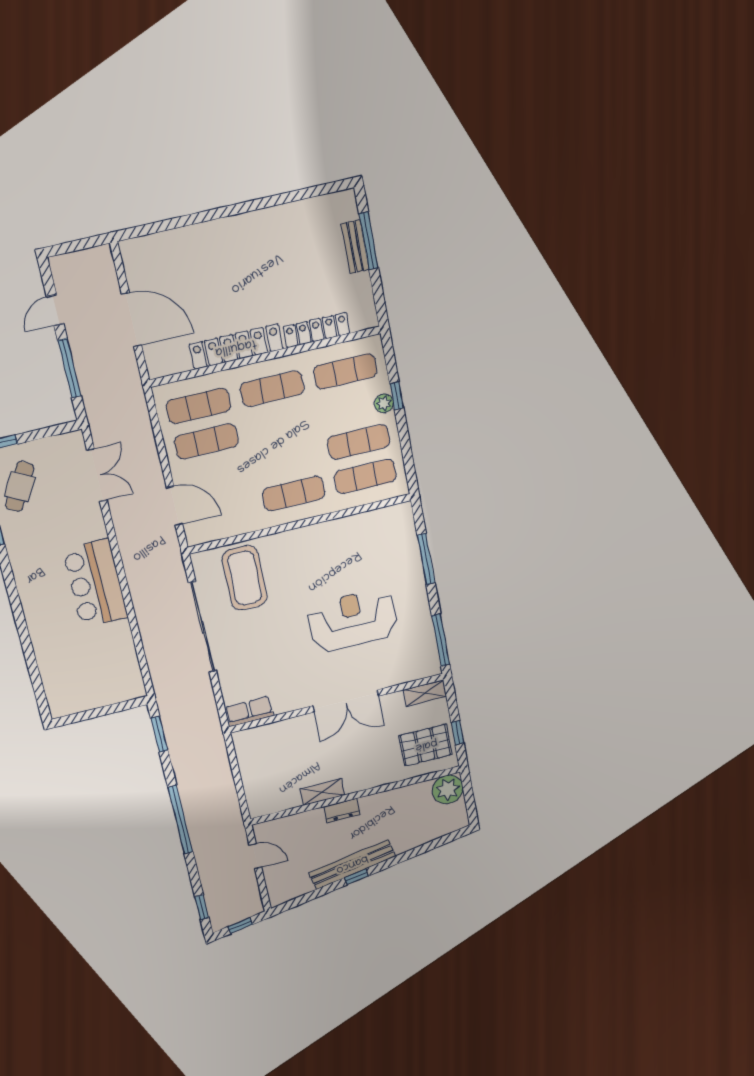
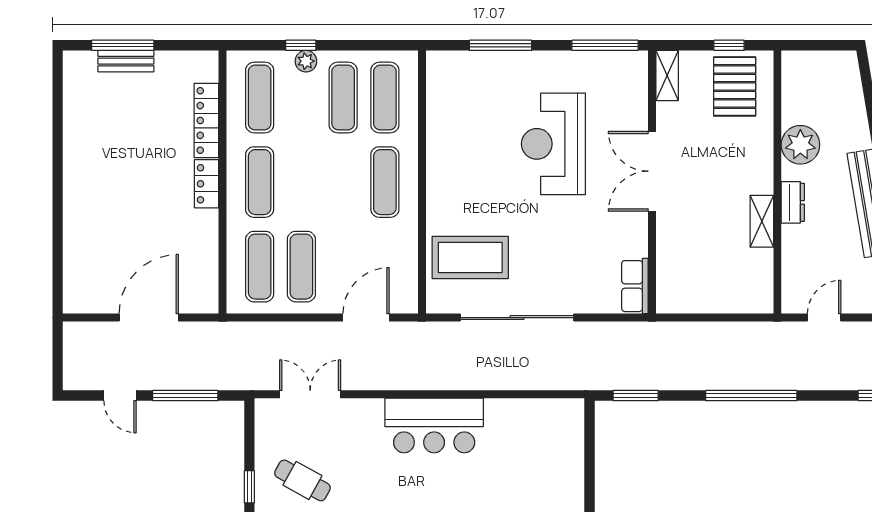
locker: (236, 347) -> (207, 184), width x0.46, depth x0.83
double door: (346, 701) -> (652, 171), swing flipped
plant: (448, 789) -> (800, 145), moved

